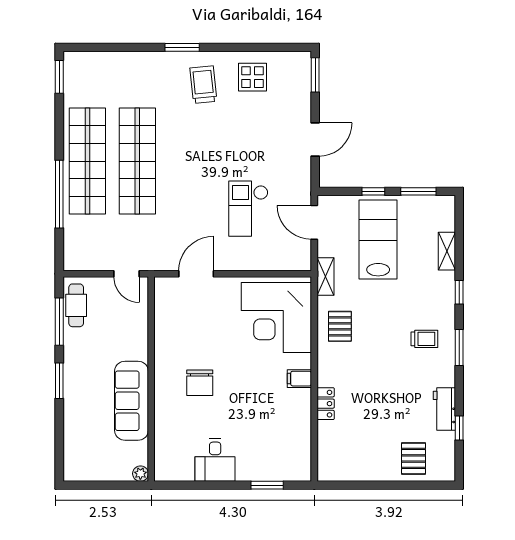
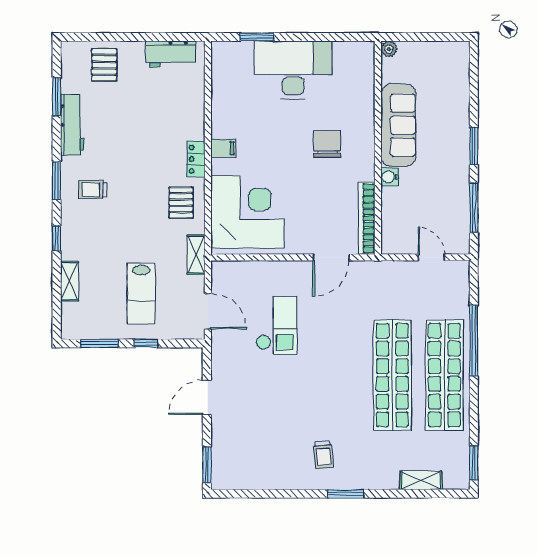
shelving: (110, 60) -> (421, 480), added
display table: (252, 77) -> (272, 463), removed
trolley: (203, 85) -> (323, 455), width x0.73, depth x0.72
lab bench: (378, 240) -> (141, 293), width x0.73, depth x0.72
door: (127, 274) -> (431, 257), moved
cafe table: (76, 305) -> (456, 225), removed
bookcase: (162, 311) -> (367, 218), added
water cooler: (140, 351) -> (390, 177), added
locker: (326, 404) -> (196, 159), moved
workbench: (444, 409) -> (72, 125), width x1.38
window: (459, 428) -> (57, 97), width x1.50
desk: (215, 460) -> (293, 70), width x1.87, depth x1.30
workbench: (350, 469) -> (171, 54), added

